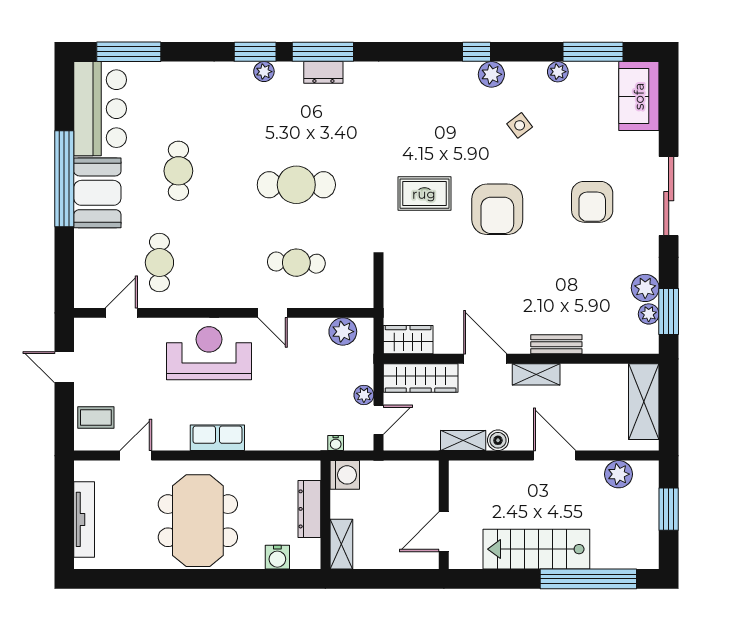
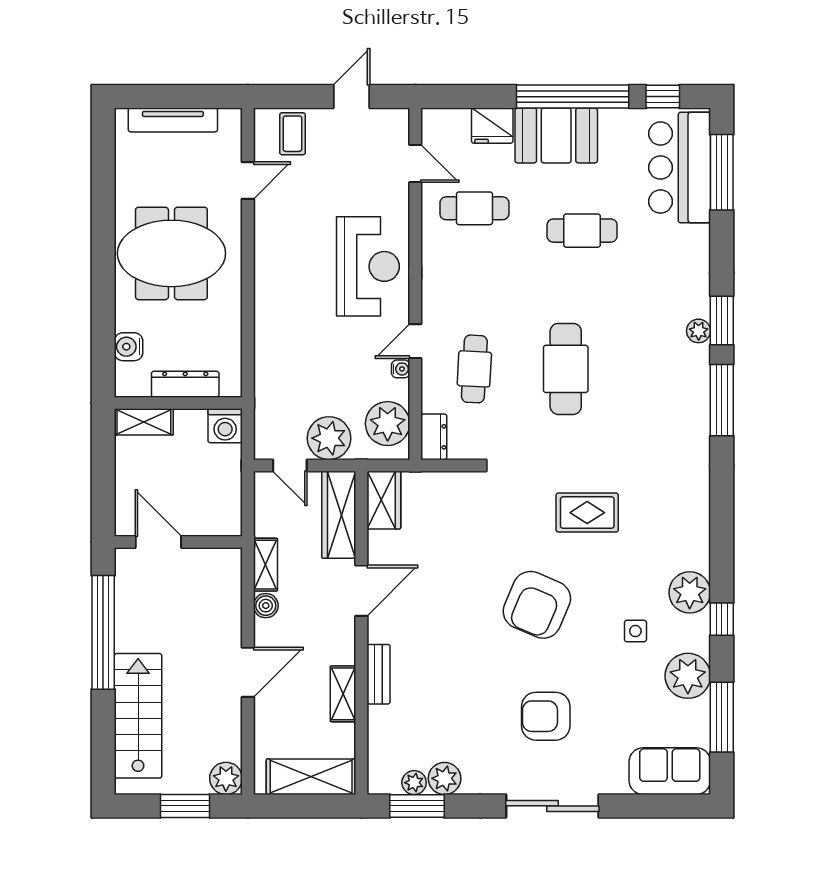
window: (476, 52) -> (722, 619), moved
dresser: (323, 72) -> (434, 437), moved, turned 180
plant: (558, 72) -> (688, 676), width x1.87, depth x1.87
plant: (491, 74) -> (690, 592), width x1.36, depth x1.36
window: (64, 102) -> (663, 97), added
bar counter: (100, 109) -> (680, 168), moved, turned 90
side table: (520, 125) -> (635, 631), turned 37
rug: (424, 194) -> (587, 513), moved, turned 90
armchair: (497, 209) -> (537, 605), turned -67
fridge: (89, 247) -> (492, 126), added
plant: (343, 332) -> (388, 424), width x1.36, depth x1.36
shelving: (536, 374) -> (343, 694), moved
plant: (364, 395) -> (329, 438), width x1.88, depth x1.88
row of seats: (217, 438) -> (269, 276), removed
water cooler: (336, 443) -> (401, 369), moved, turned 180
door: (136, 456) -> (248, 180), hinge flipped
plant: (619, 474) -> (226, 778), moved
stairs: (536, 549) -> (138, 716), moved
window: (588, 579) -> (103, 632), moved

